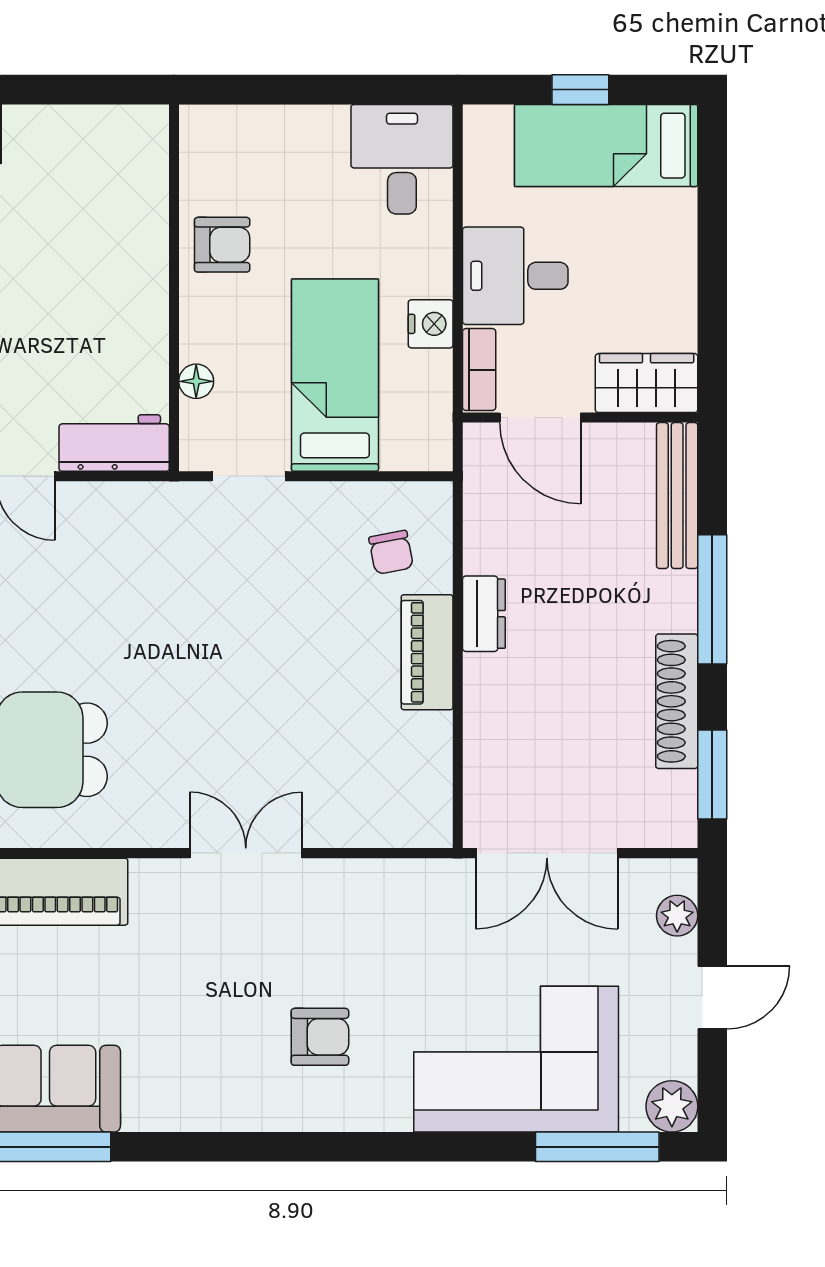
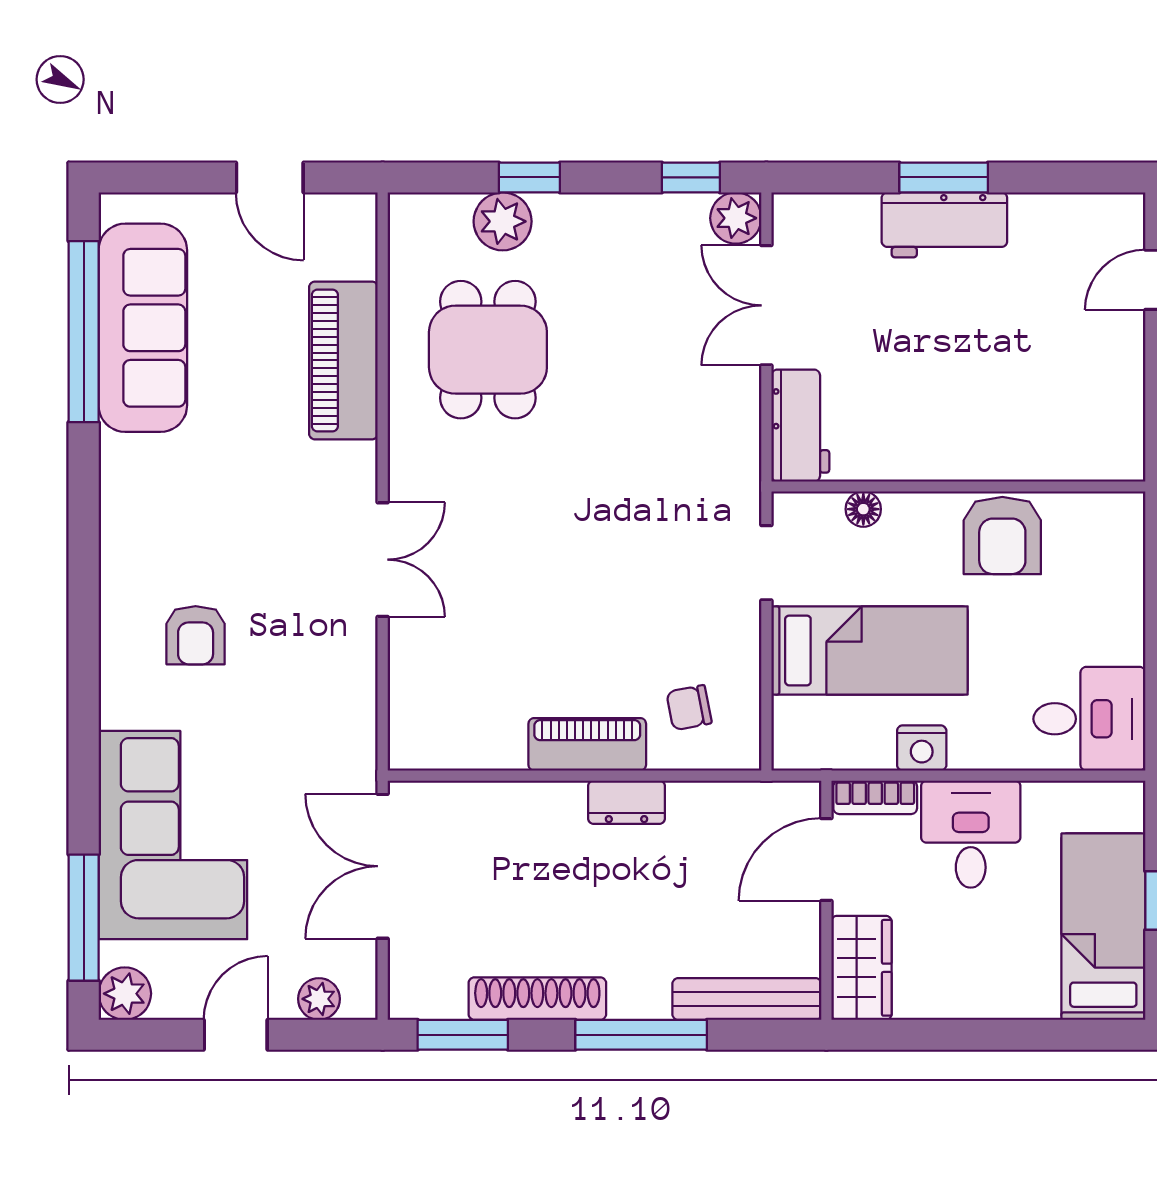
armchair: (222, 245) -> (1002, 536), width x1.38, depth x1.38
door: (712, 998) -> (236, 1035), swing flipped

